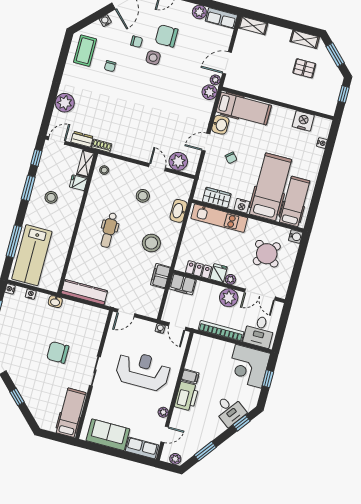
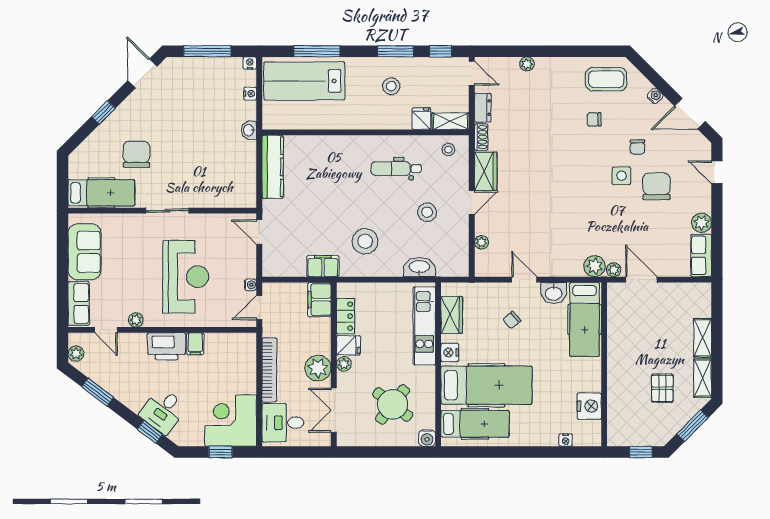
shelving: (253, 26) -> (703, 338), moved
plant: (65, 103) -> (527, 64), width x0.53, depth x0.53
wardrobe: (126, 149) -> (486, 171), added
plant: (178, 161) -> (481, 242), width x0.53, depth x0.53
door: (157, 167) -> (472, 202), moved
dental chair: (109, 230) -> (396, 169), moved
chair: (58, 352) -> (136, 154), moved

